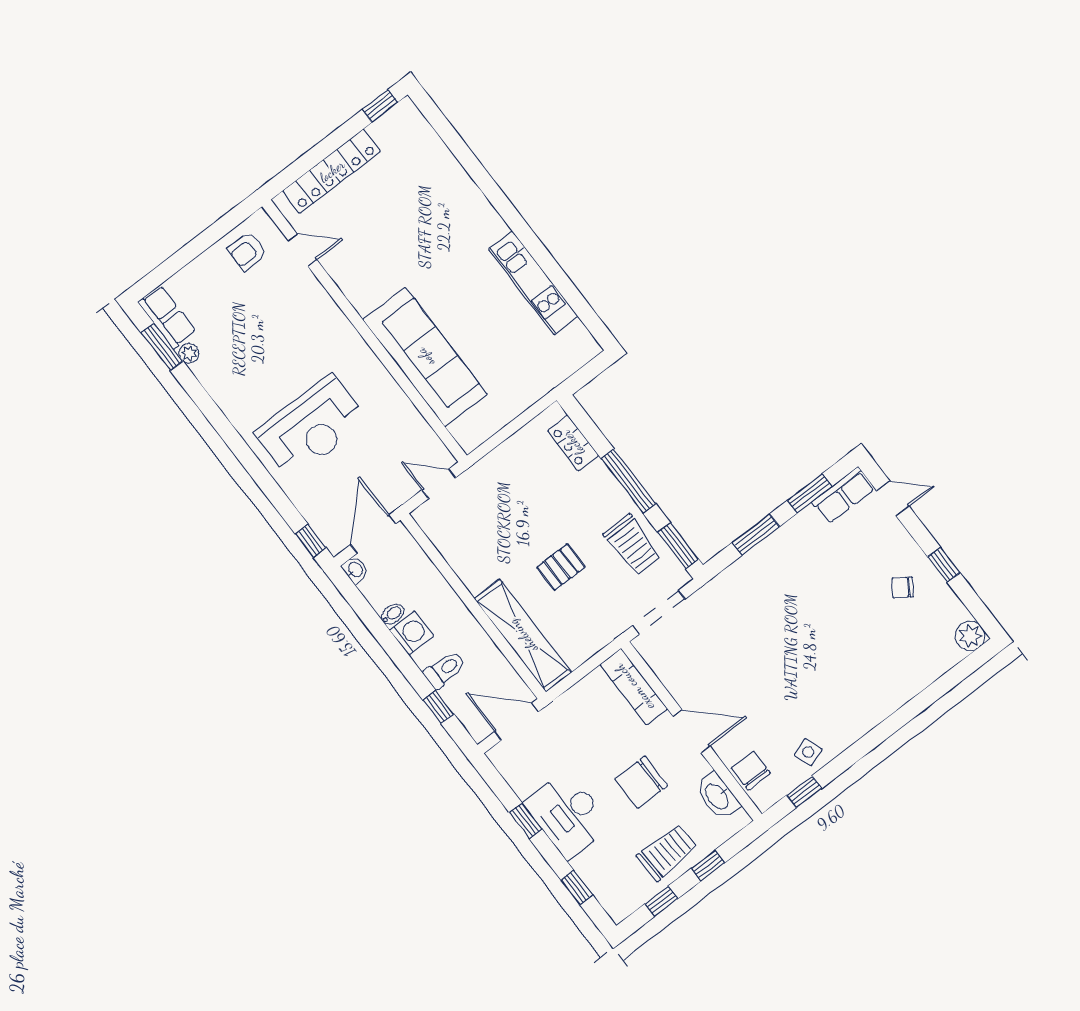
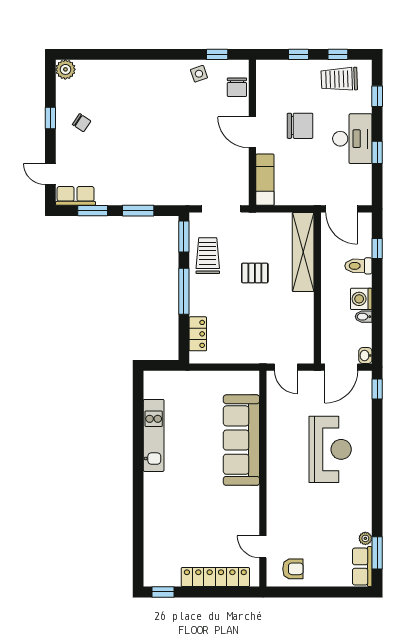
reception desk: (311, 427) -> (330, 449), turned 90
washbasin: (717, 796) -> (265, 87), removed
trolley: (667, 852) -> (339, 79), moved

